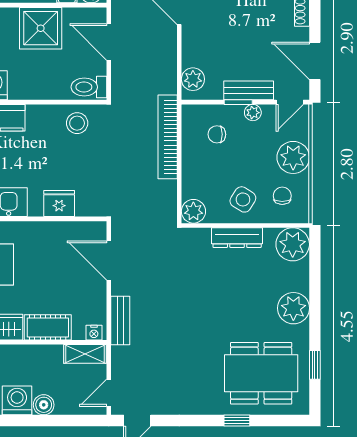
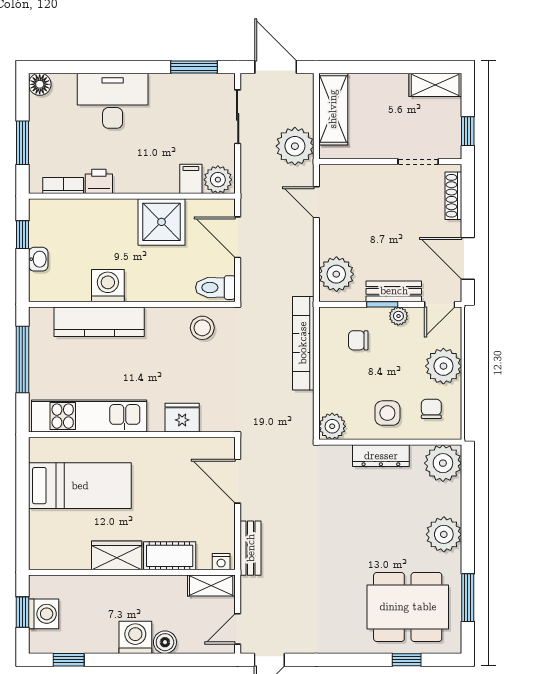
plant: (193, 79) -> (336, 274), width x1.36, depth x1.36
side table: (243, 199) -> (387, 413), turned -32
window: (315, 365) -> (468, 598), width x1.50
window: (237, 421) -> (407, 660), moved

